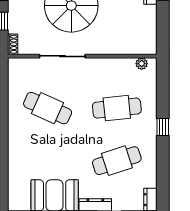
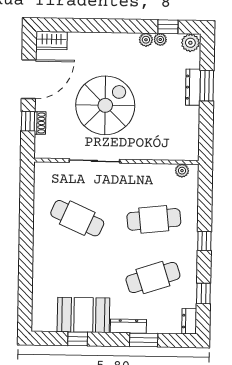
shoe rack: (13, 44) -> (40, 123), moved
window: (163, 174) -> (203, 294), added

